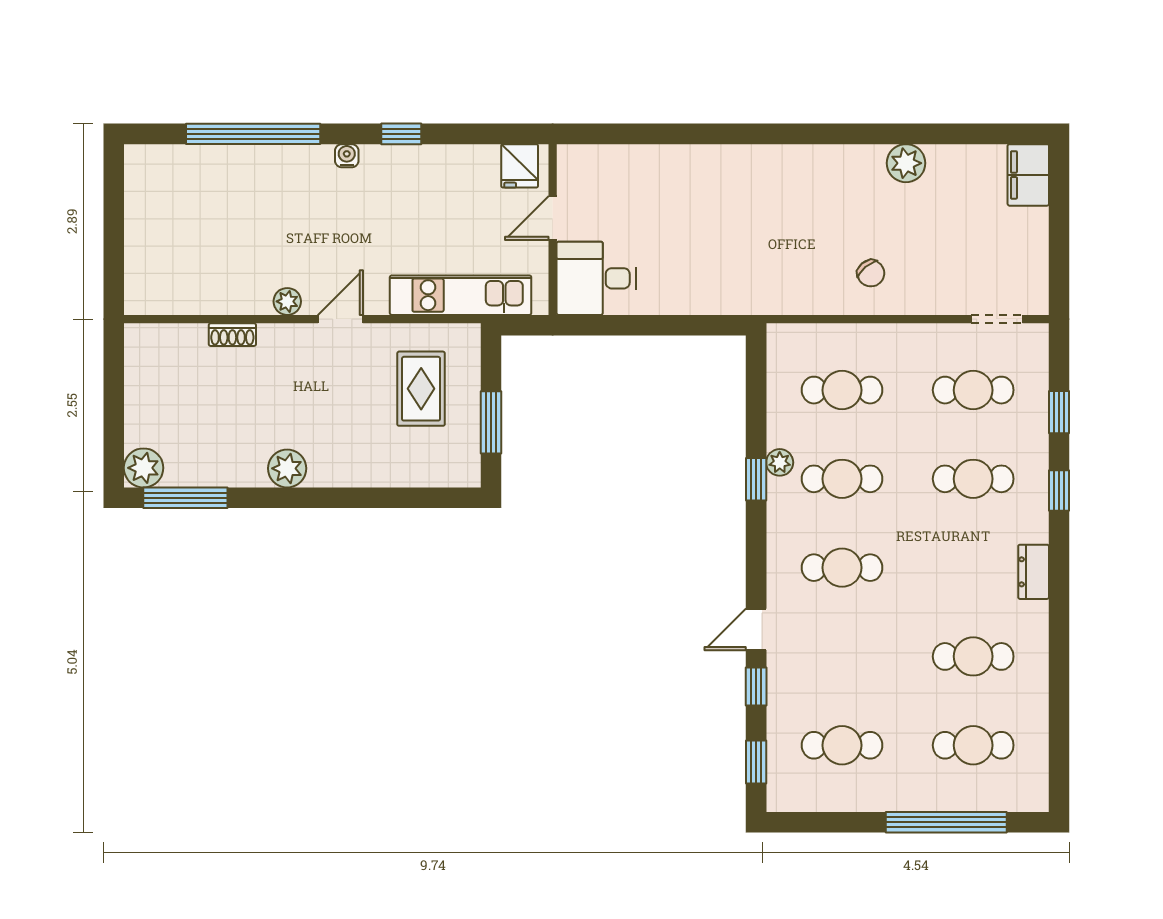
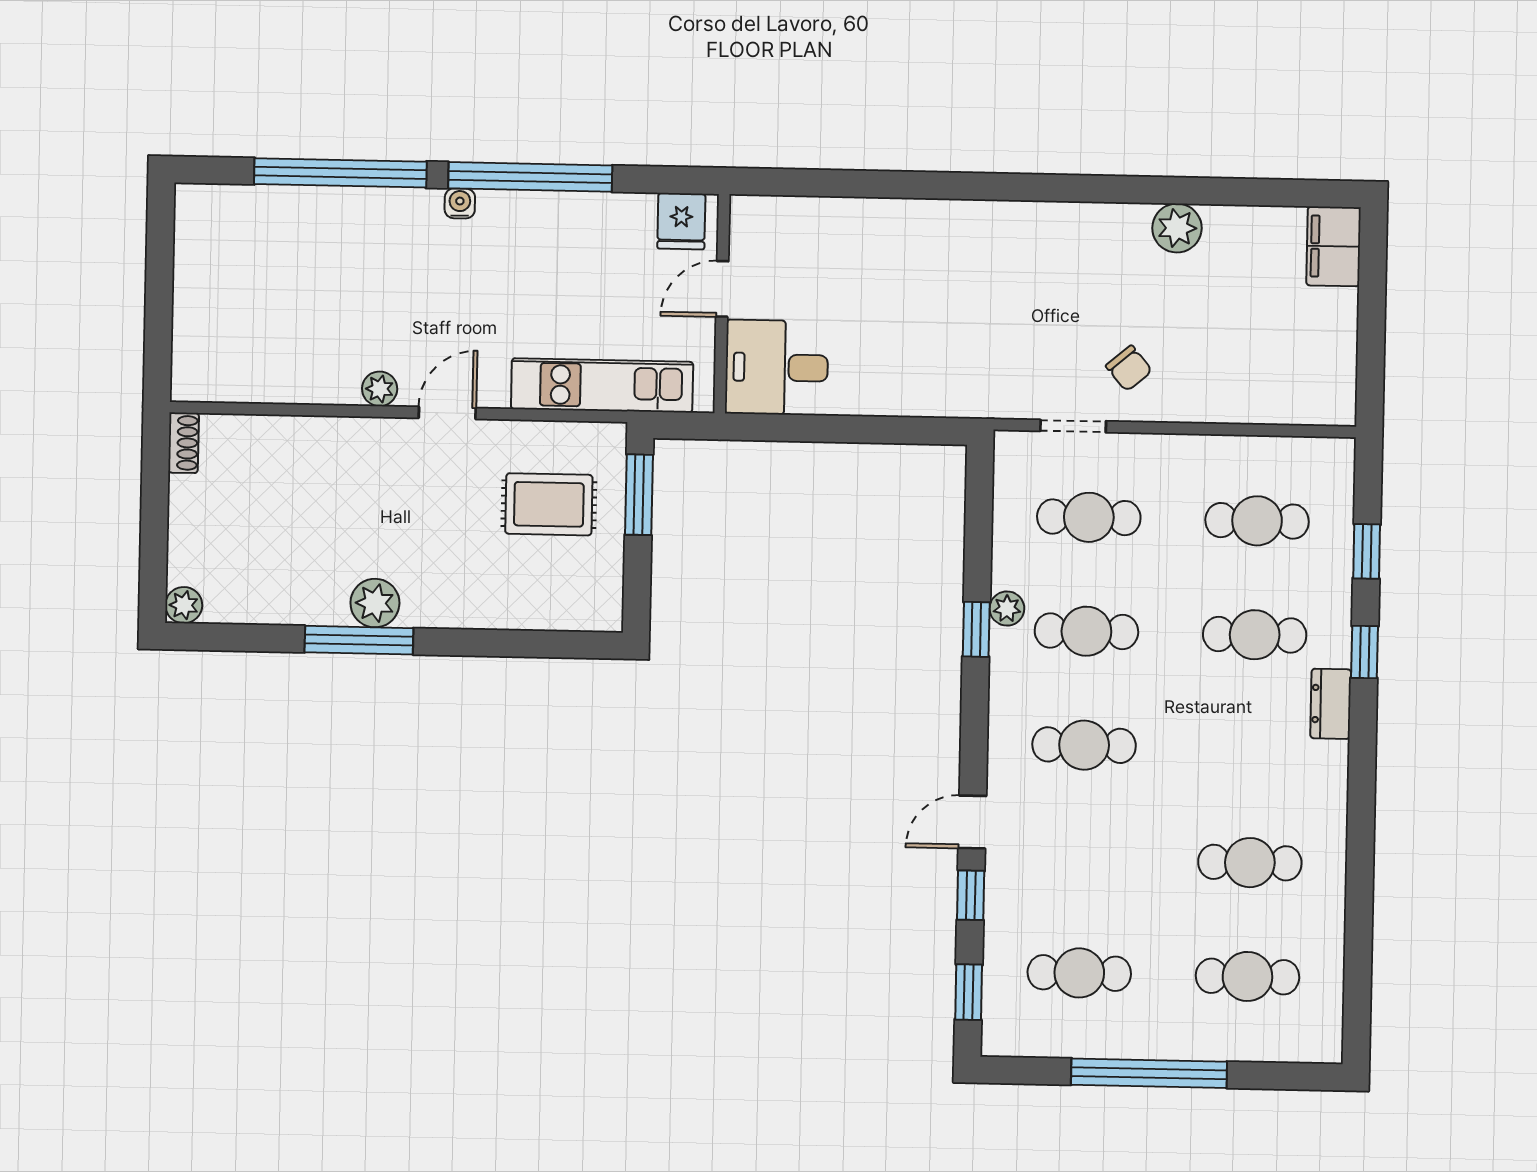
window: (401, 134) -> (530, 177), width x3.17
doorway: (997, 319) -> (1073, 426), moved
shoe rack: (232, 335) -> (184, 443), moved, turned -90
rug: (421, 389) -> (549, 504), turned 90
window: (491, 422) -> (639, 495), moved
plant: (144, 468) -> (184, 605), width x0.73, depth x0.73
window: (185, 498) -> (359, 640), moved
dresser: (1034, 572) -> (1331, 704), moved
window: (946, 822) -> (1149, 1073), moved

